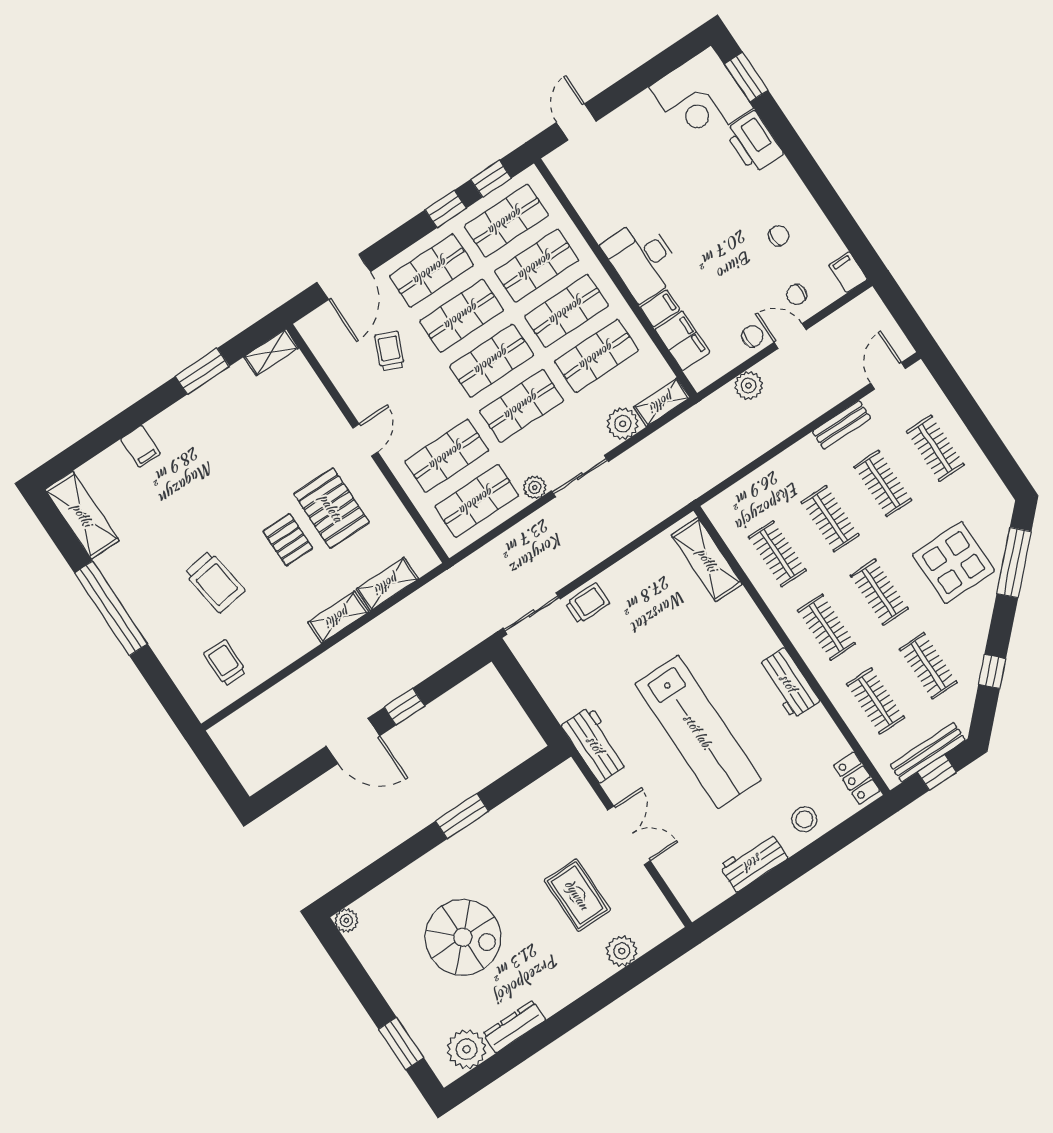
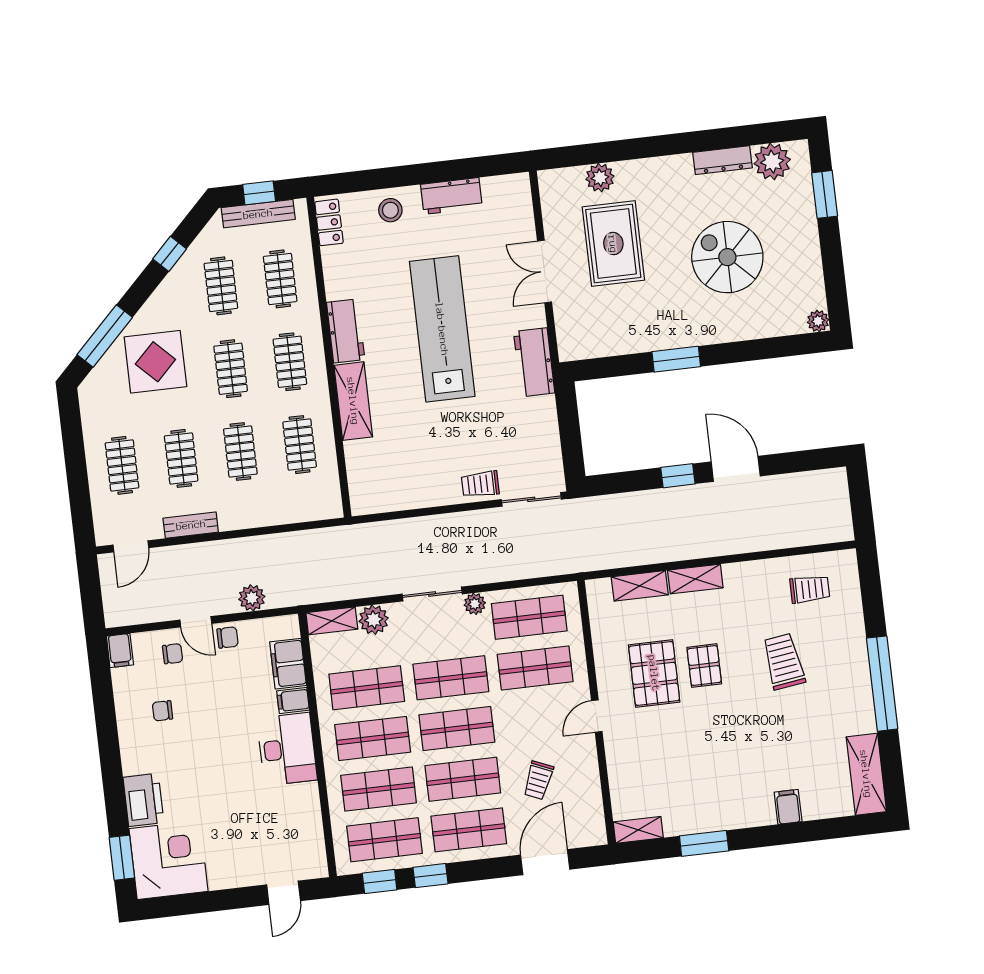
chair: (752, 336) -> (228, 637), turned 180
shelving: (707, 560) -> (353, 401), moved
trolley: (225, 663) -> (810, 589), turned -90
rug: (577, 895) -> (613, 244), width x1.36, depth x1.43

